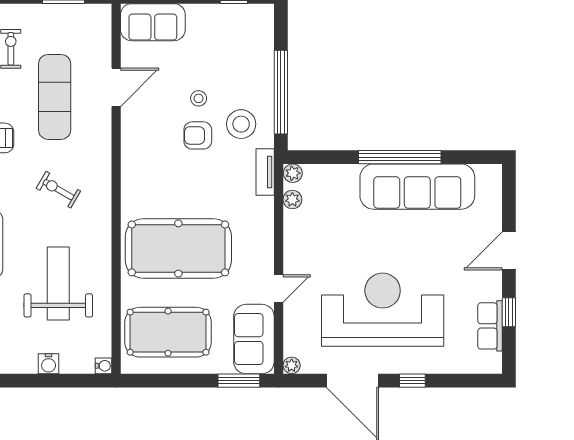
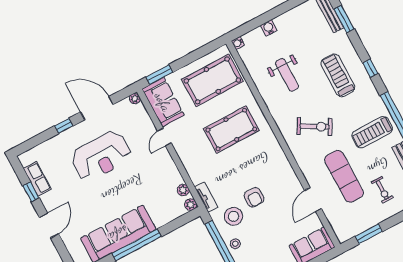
stool: (199, 98) -> (235, 244), moved
armchair: (198, 135) -> (254, 197), turned 90
exercise bike: (58, 190) -> (315, 126), width x1.38, depth x1.39
pool table: (178, 248) -> (231, 129), width x0.73, depth x0.76
weight bench: (58, 283) -> (287, 75), width x0.73, depth x0.75
reception desk: (383, 310) -> (101, 156), width x0.74, depth x0.77

